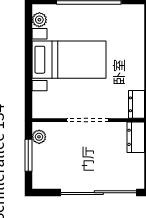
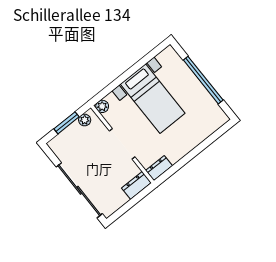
plant: (39, 20) -> (102, 106), moved

